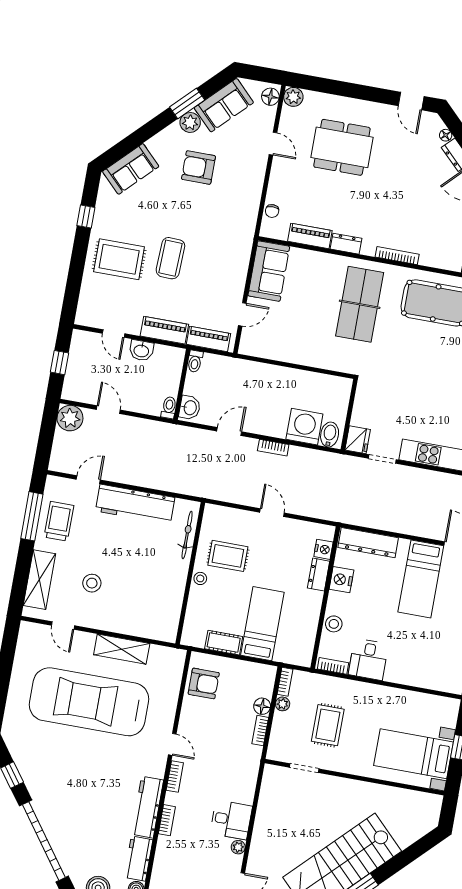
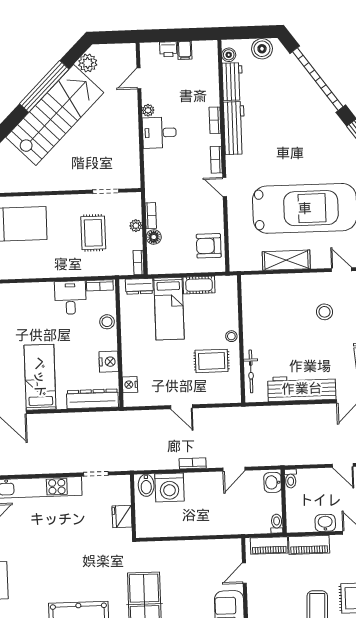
fridge: (358, 440) -> (122, 516), moved
dresser: (319, 575) -> (139, 286), moved, turned 90
plant: (283, 704) -> (136, 226), moved

